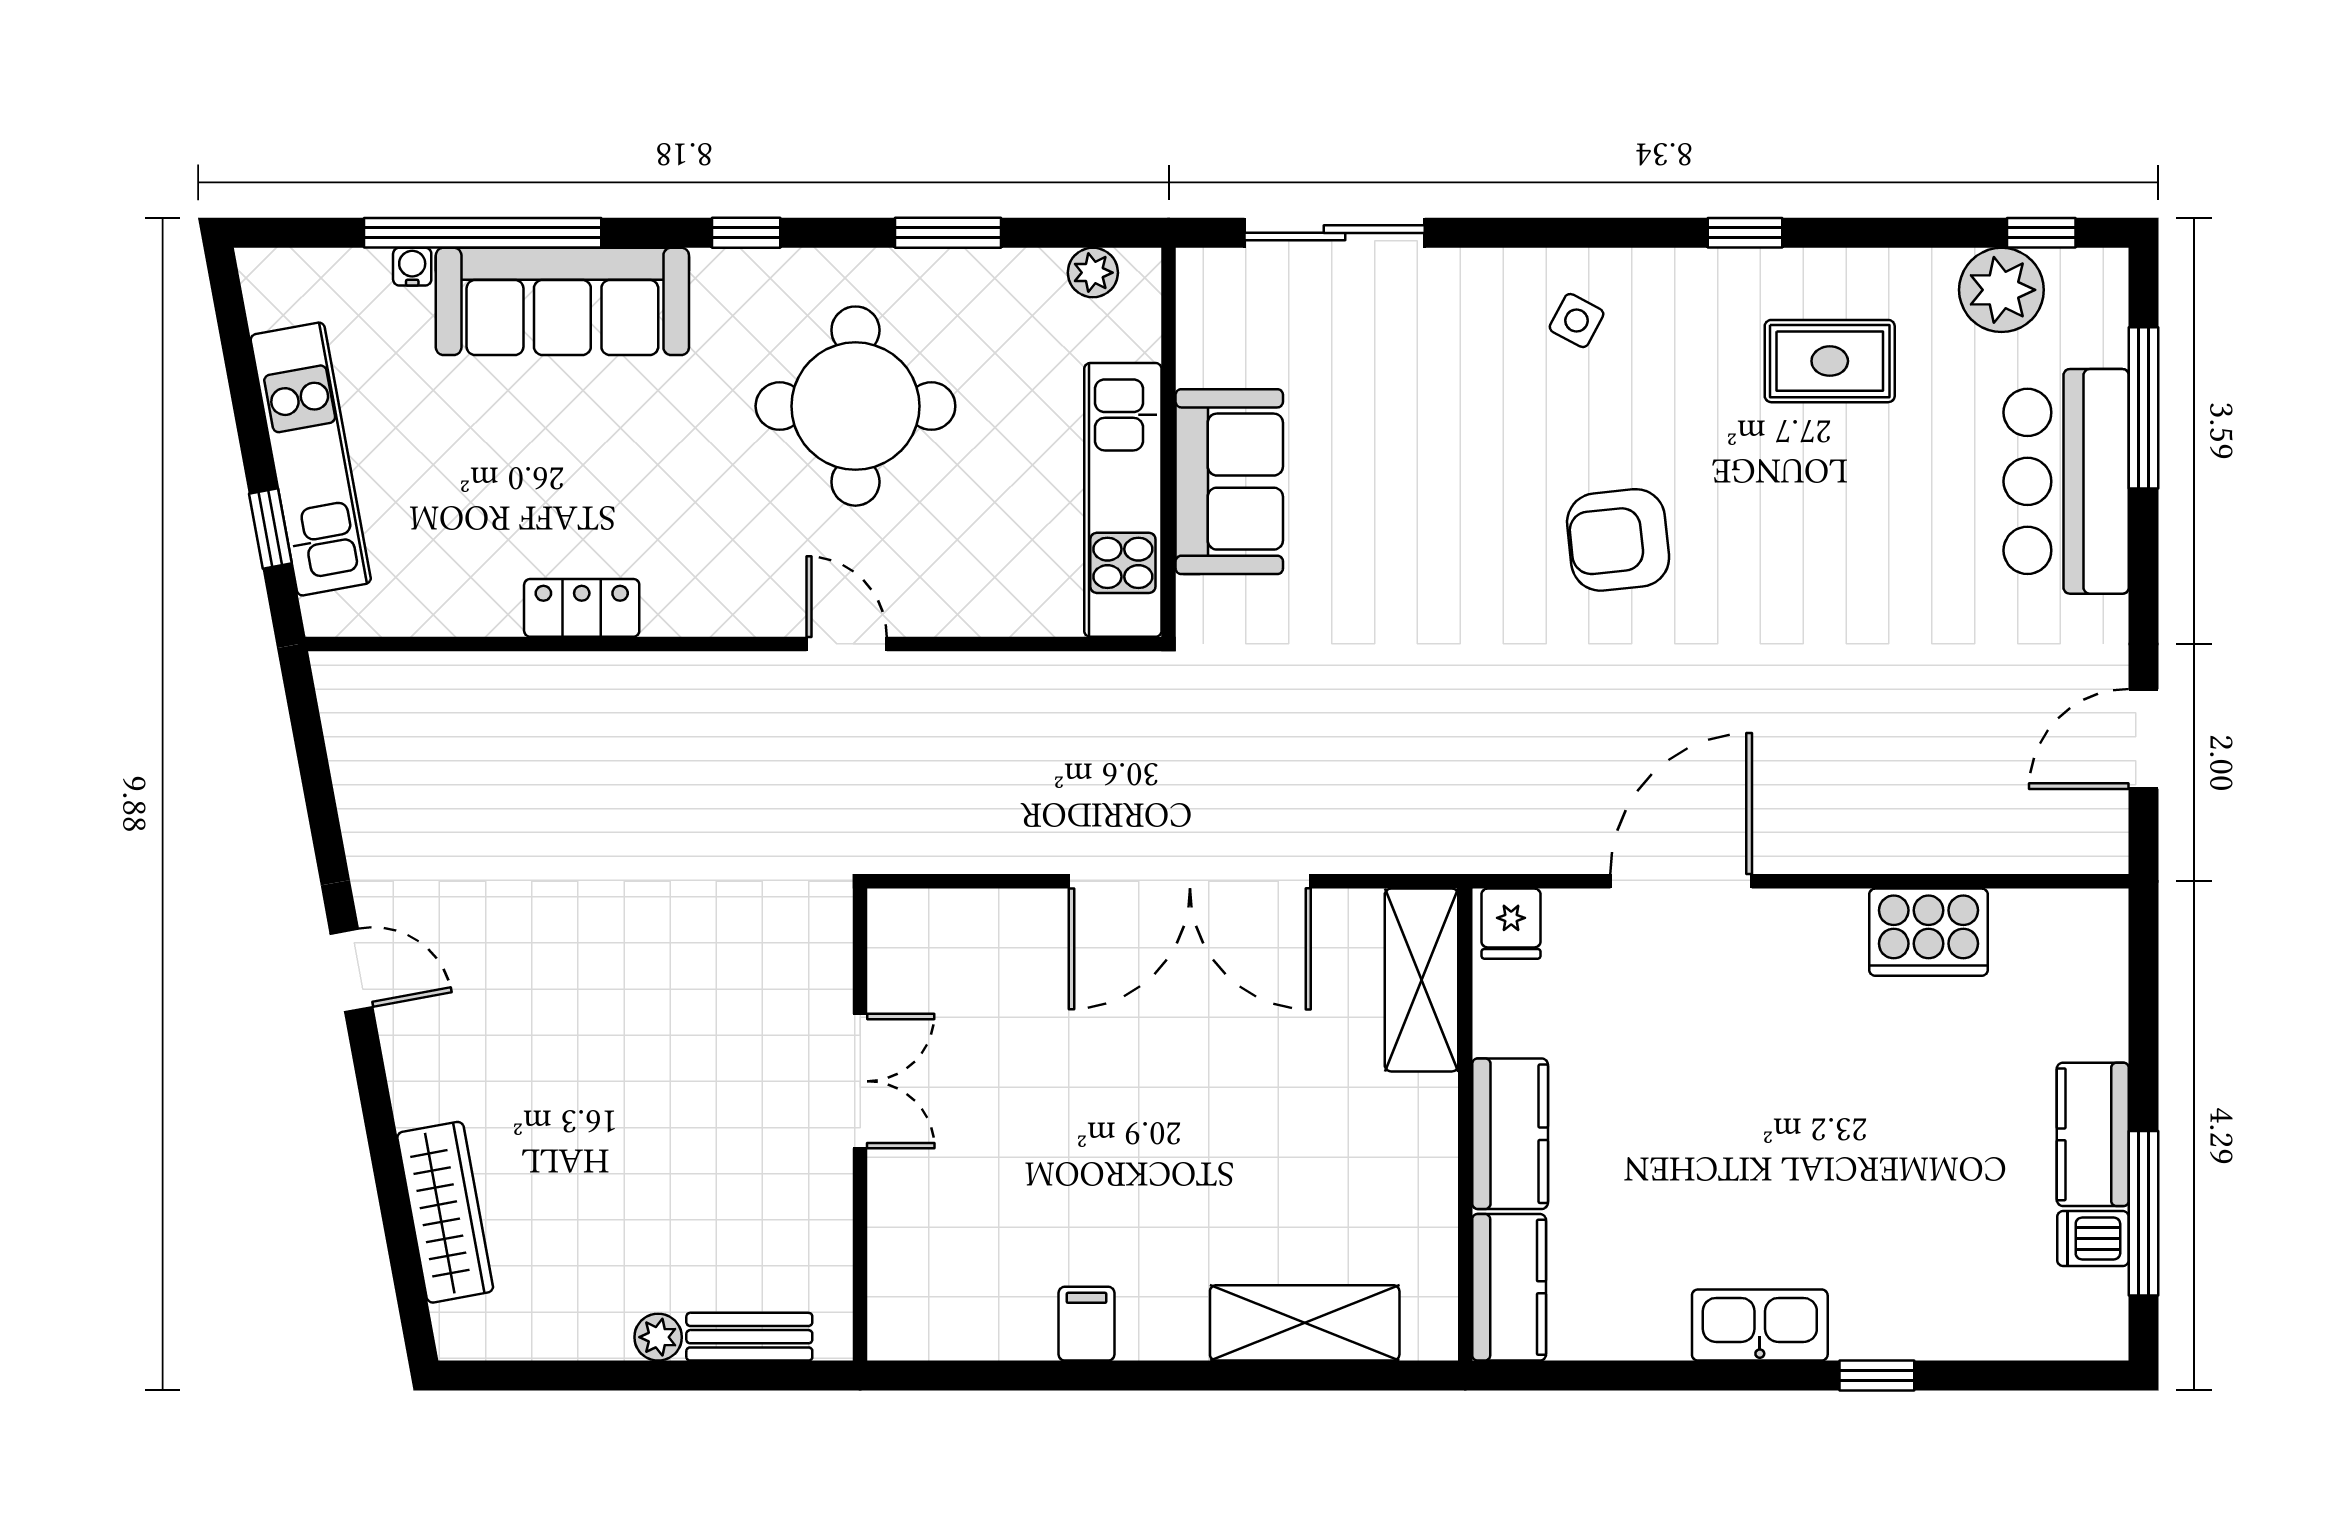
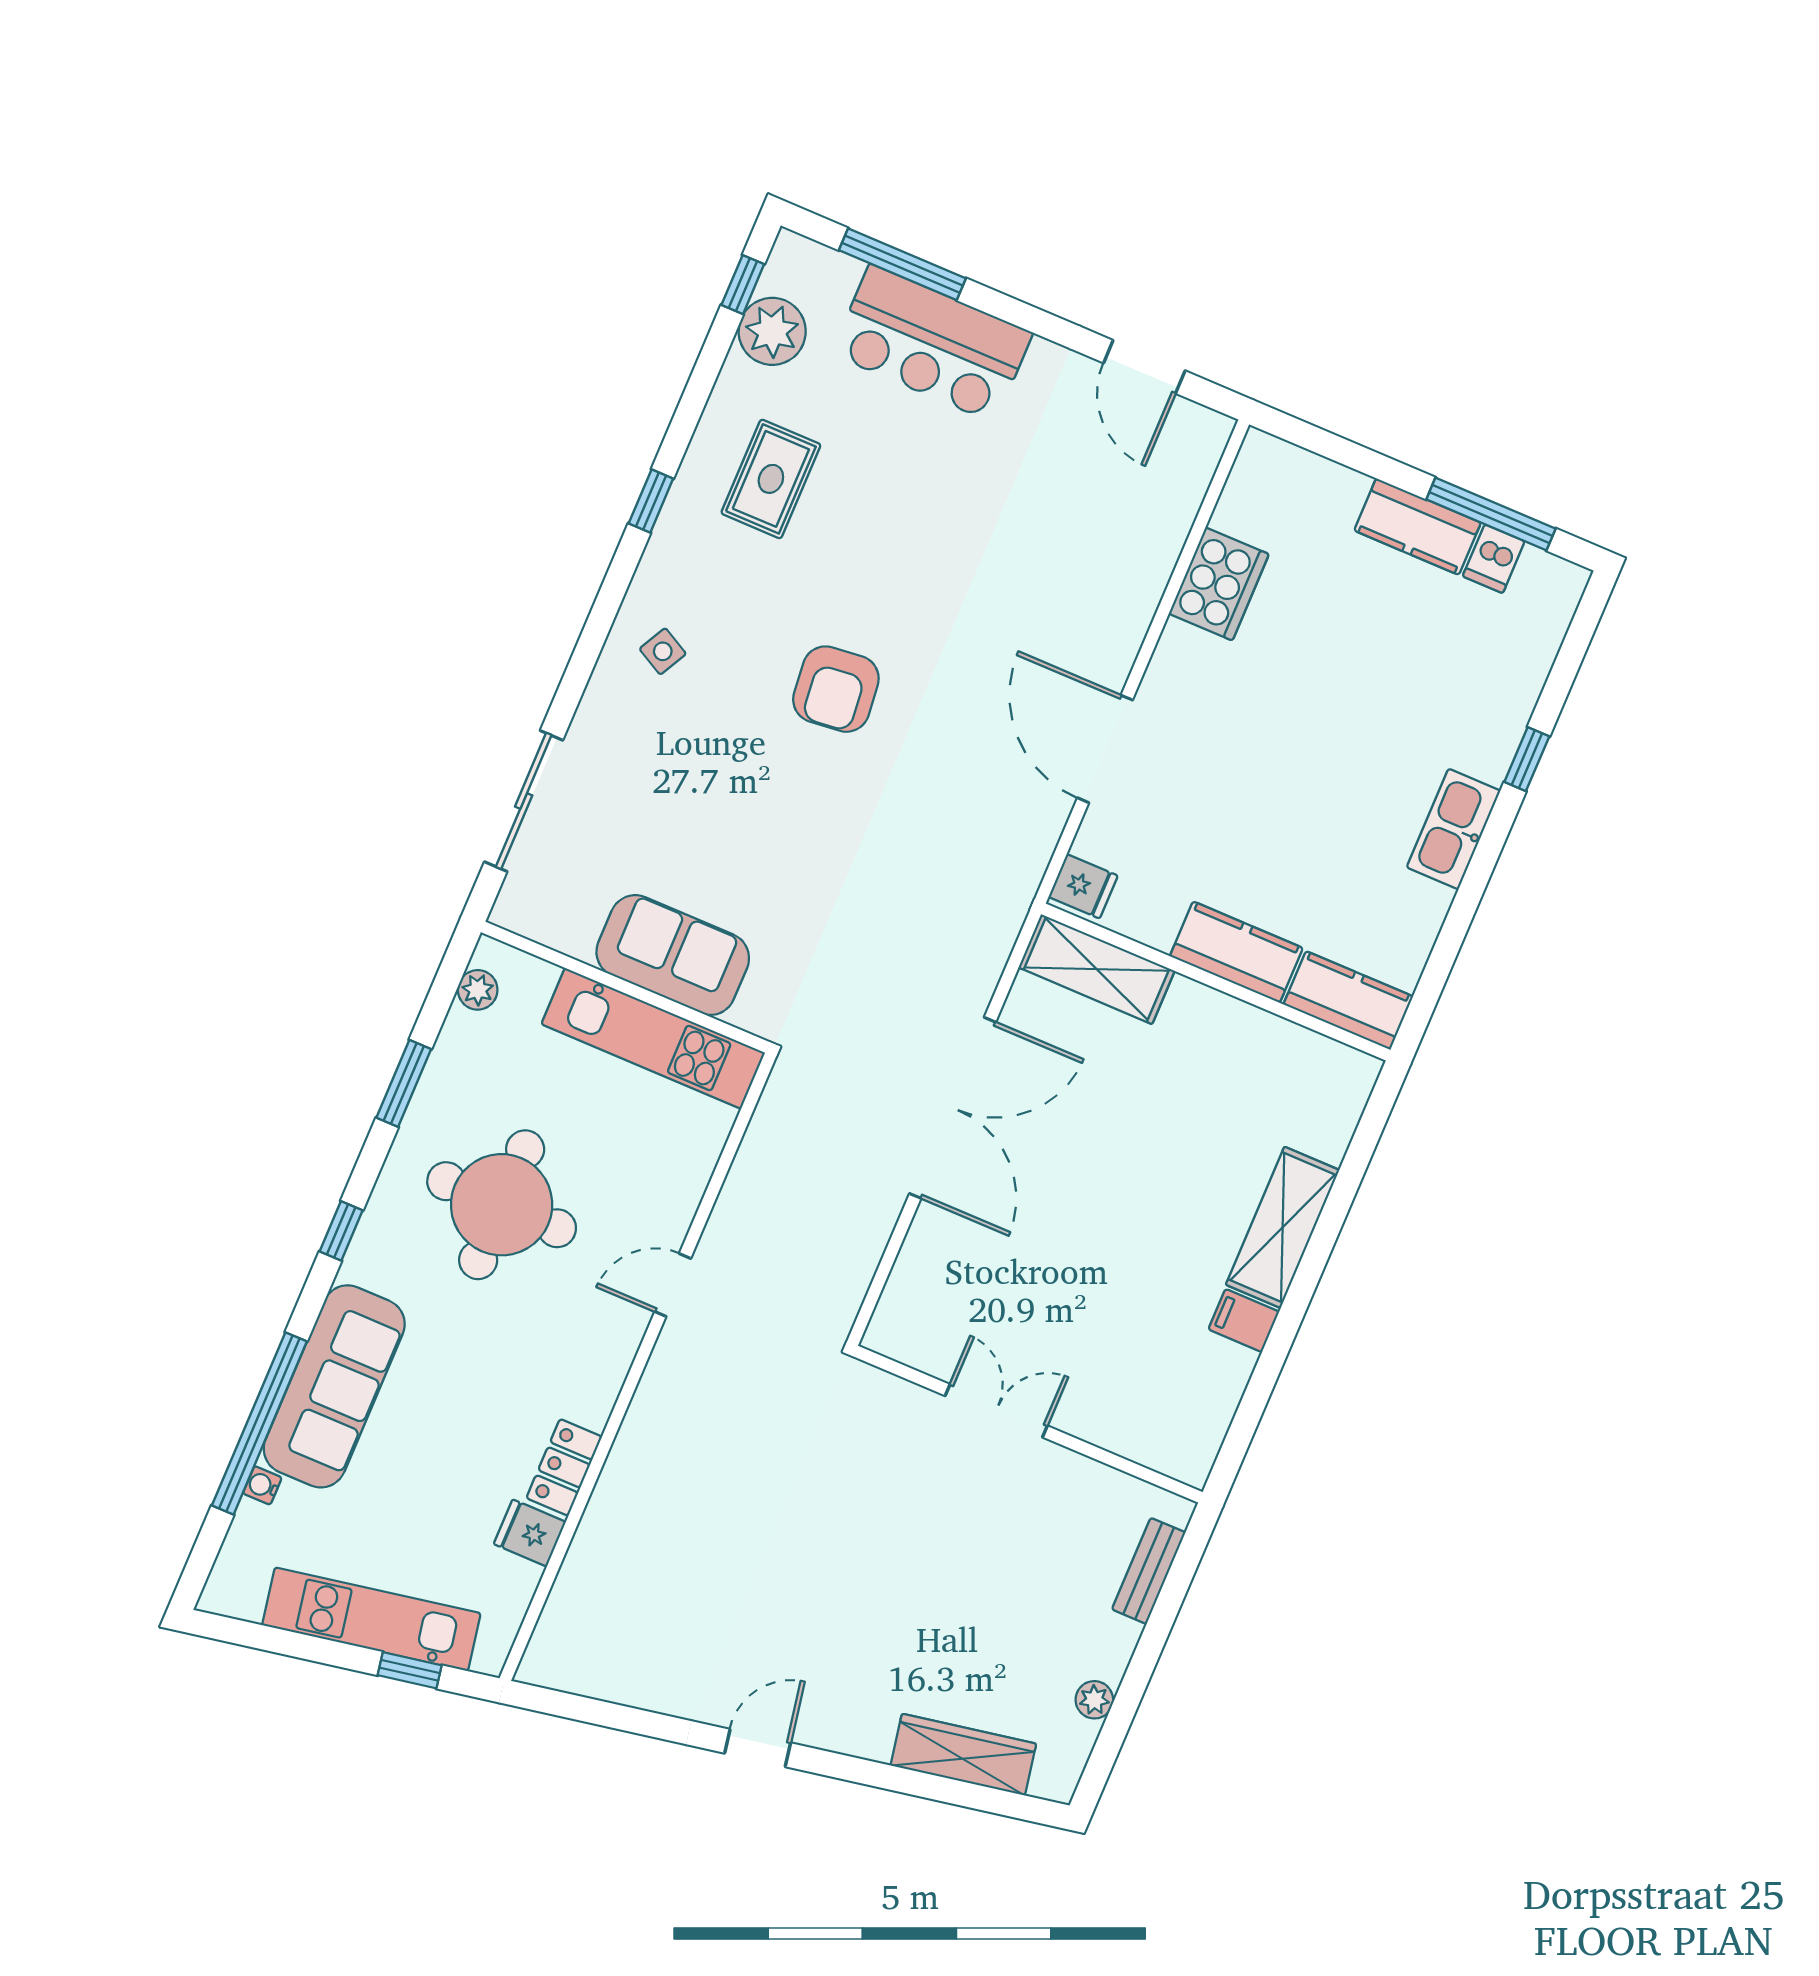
fridge: (489, 600) -> (530, 1533), added
shelving: (1305, 1323) -> (1283, 1227), moved
plant: (658, 1337) -> (1094, 1700), moved

